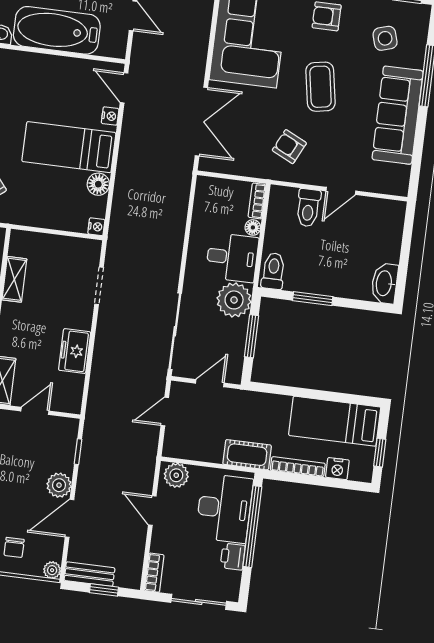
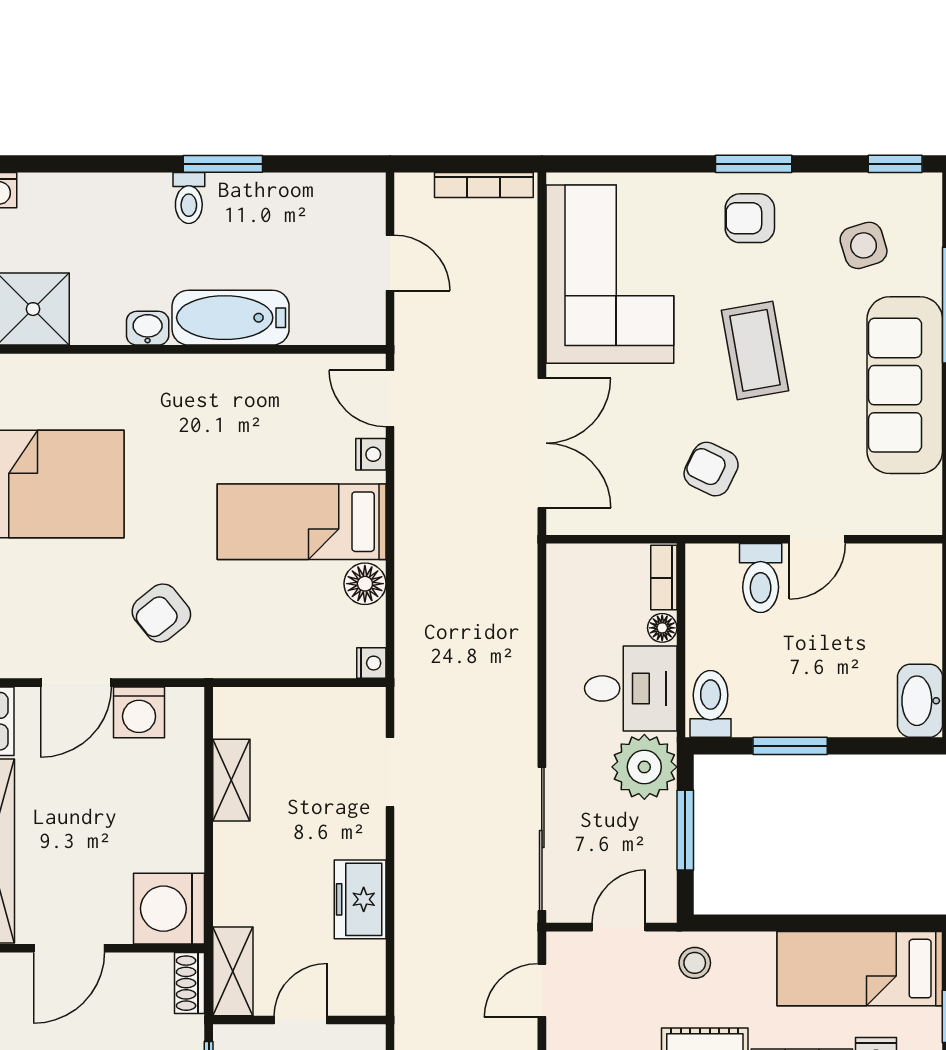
bathtub: (57, 30) -> (231, 318), width x0.73, depth x0.73
stool: (248, 407) -> (695, 963), added

